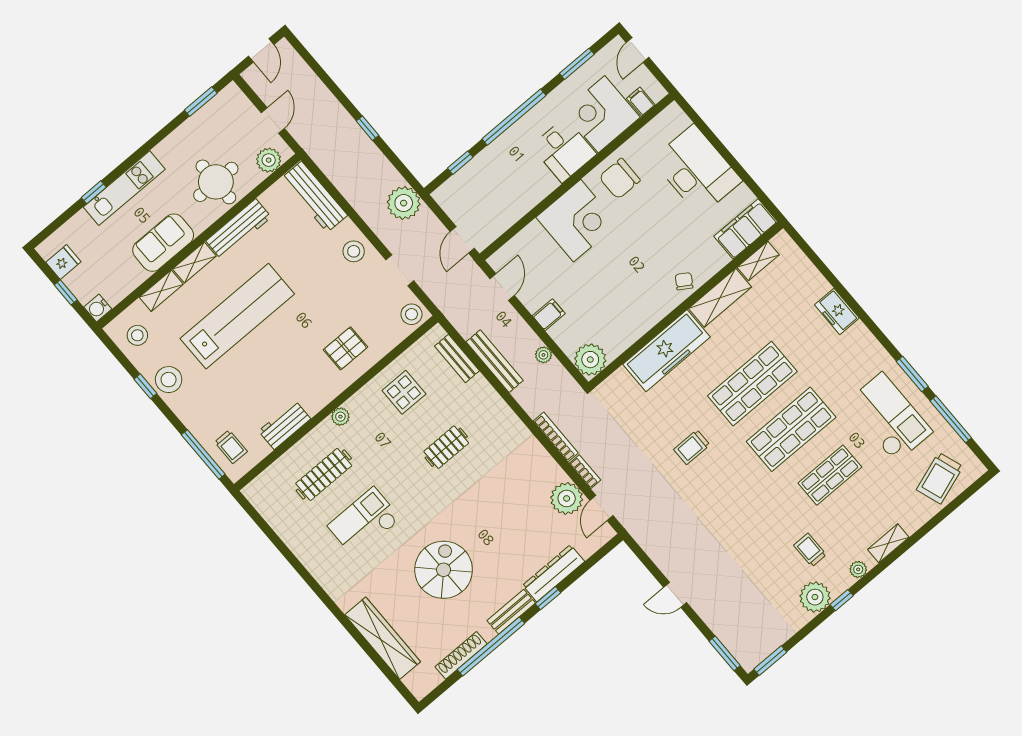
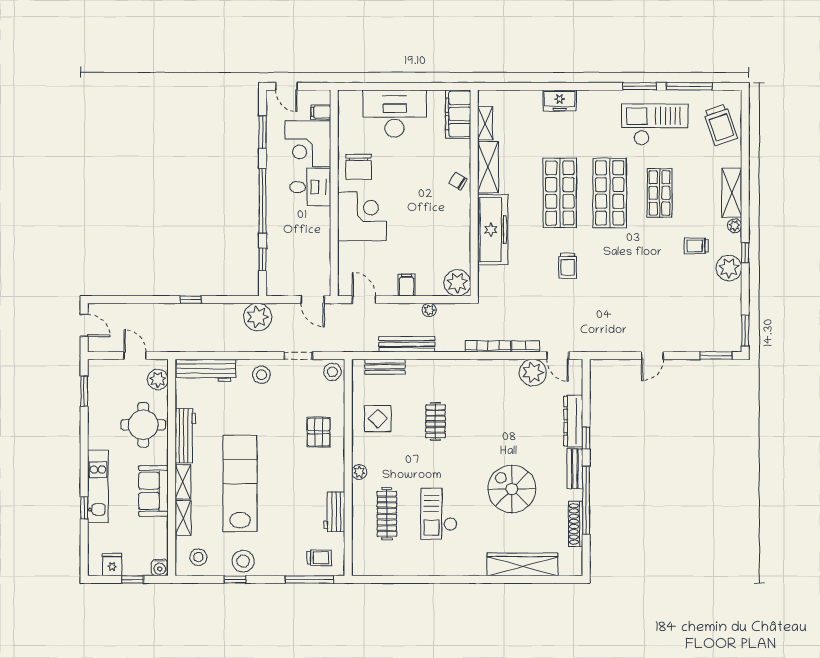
shelving: (888, 543) -> (732, 193), width x1.50, depth x1.33

